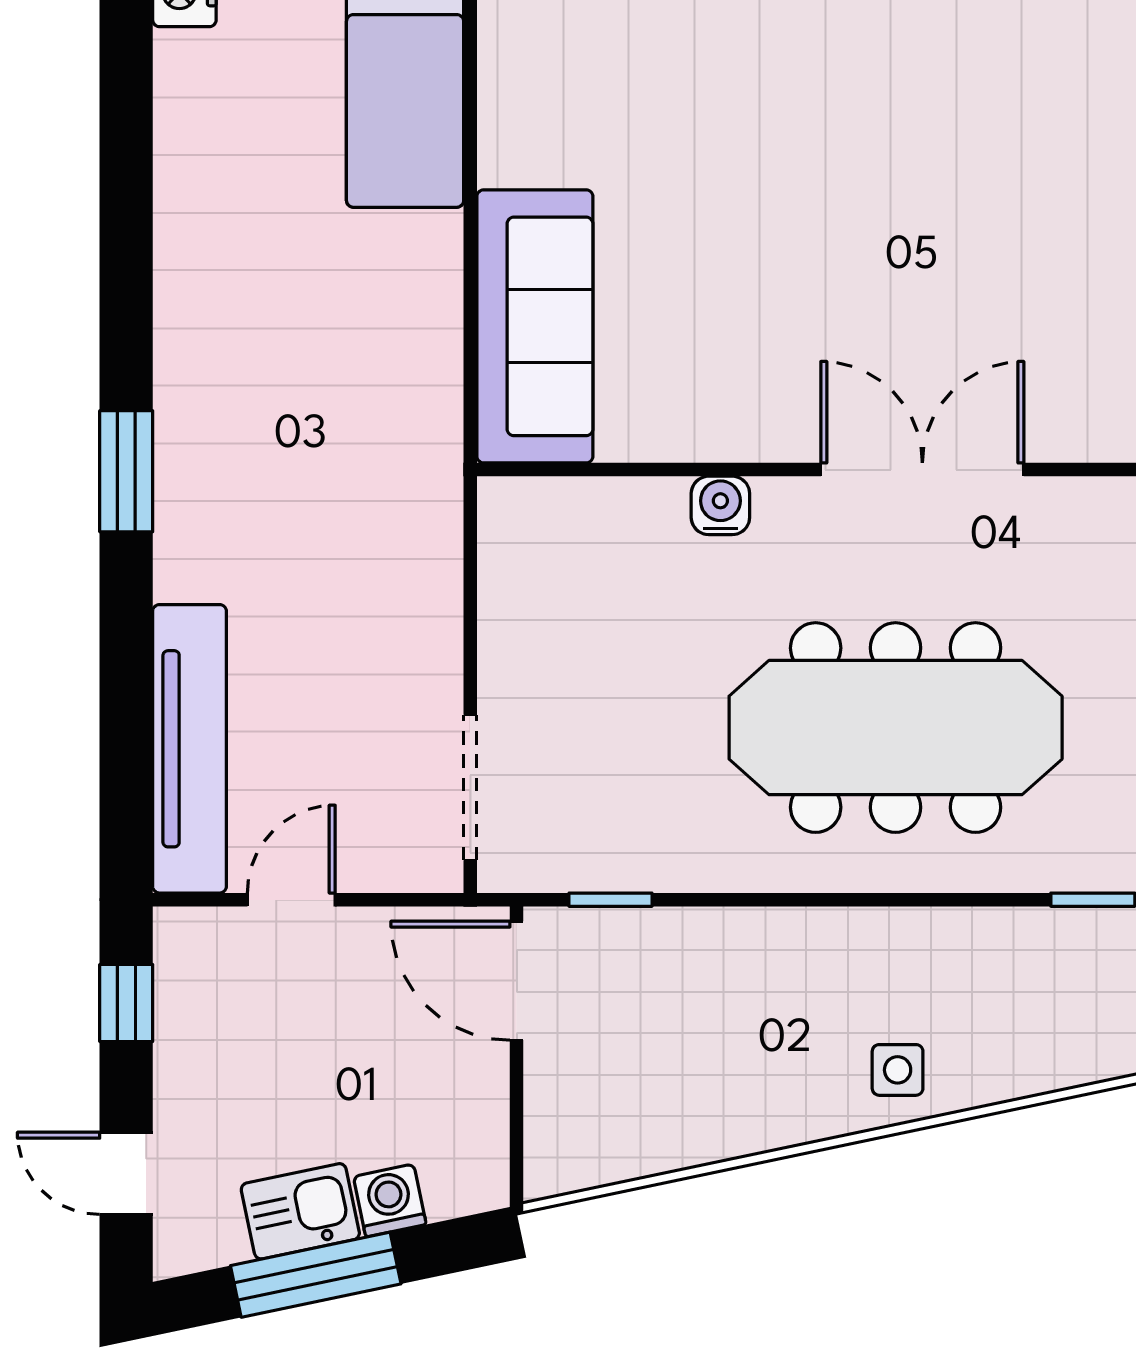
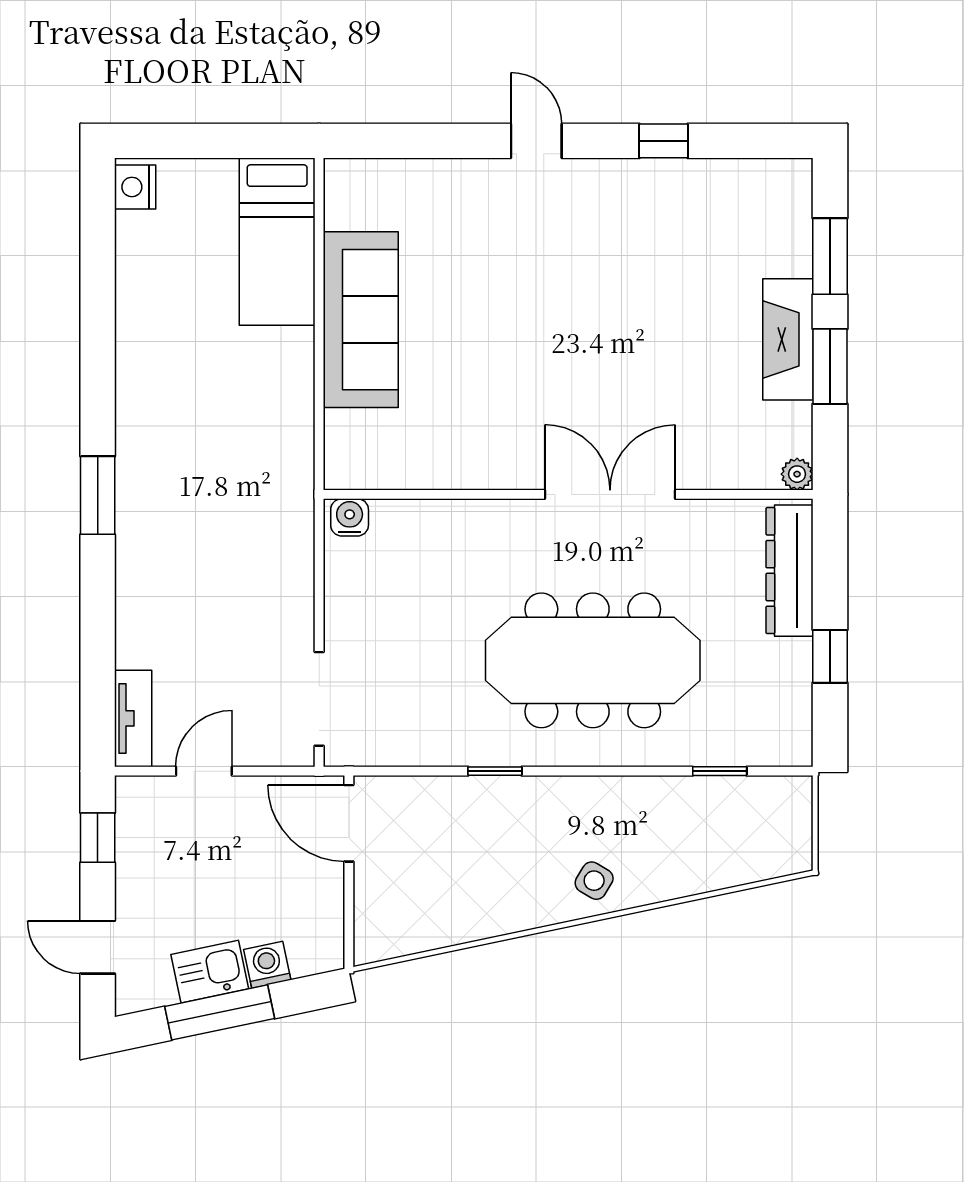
sofa: (535, 326) -> (361, 320), moved
water cooler: (720, 505) -> (350, 517), moved
tv unit: (190, 749) -> (133, 718), width x0.52, depth x0.78
window: (610, 900) -> (495, 771), moved
side table: (898, 1070) -> (594, 881), turned 31

